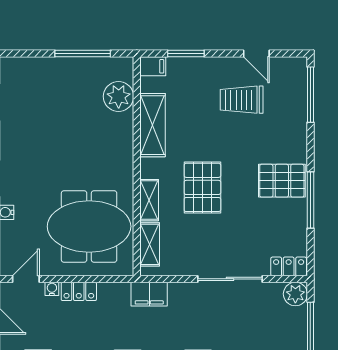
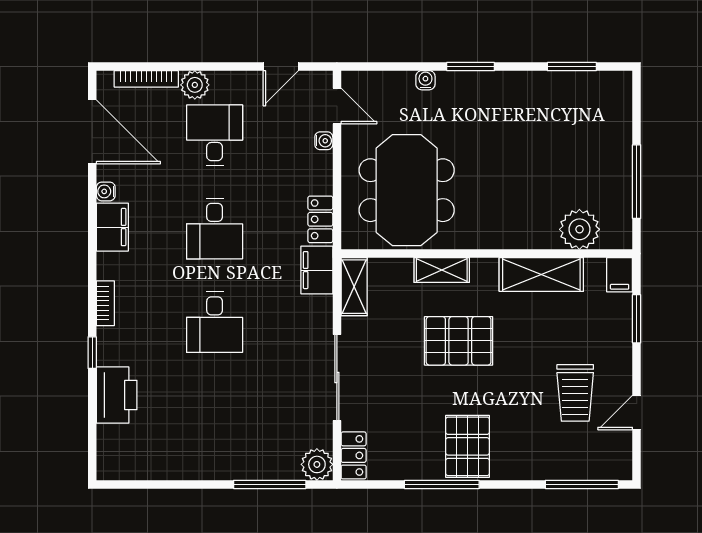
trolley: (242, 100) -> (575, 393), turned 180
shelving: (150, 244) -> (354, 287), moved, turned 90
locker: (79, 291) -> (320, 219), moved

